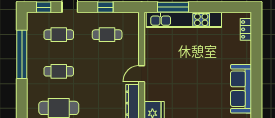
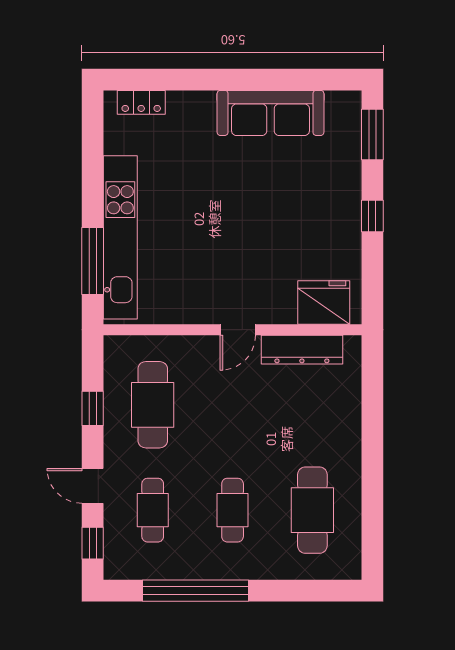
cafe table: (107, 35) -> (153, 405), width x1.37, depth x1.35
door: (142, 74) -> (238, 330), hinge flipped

